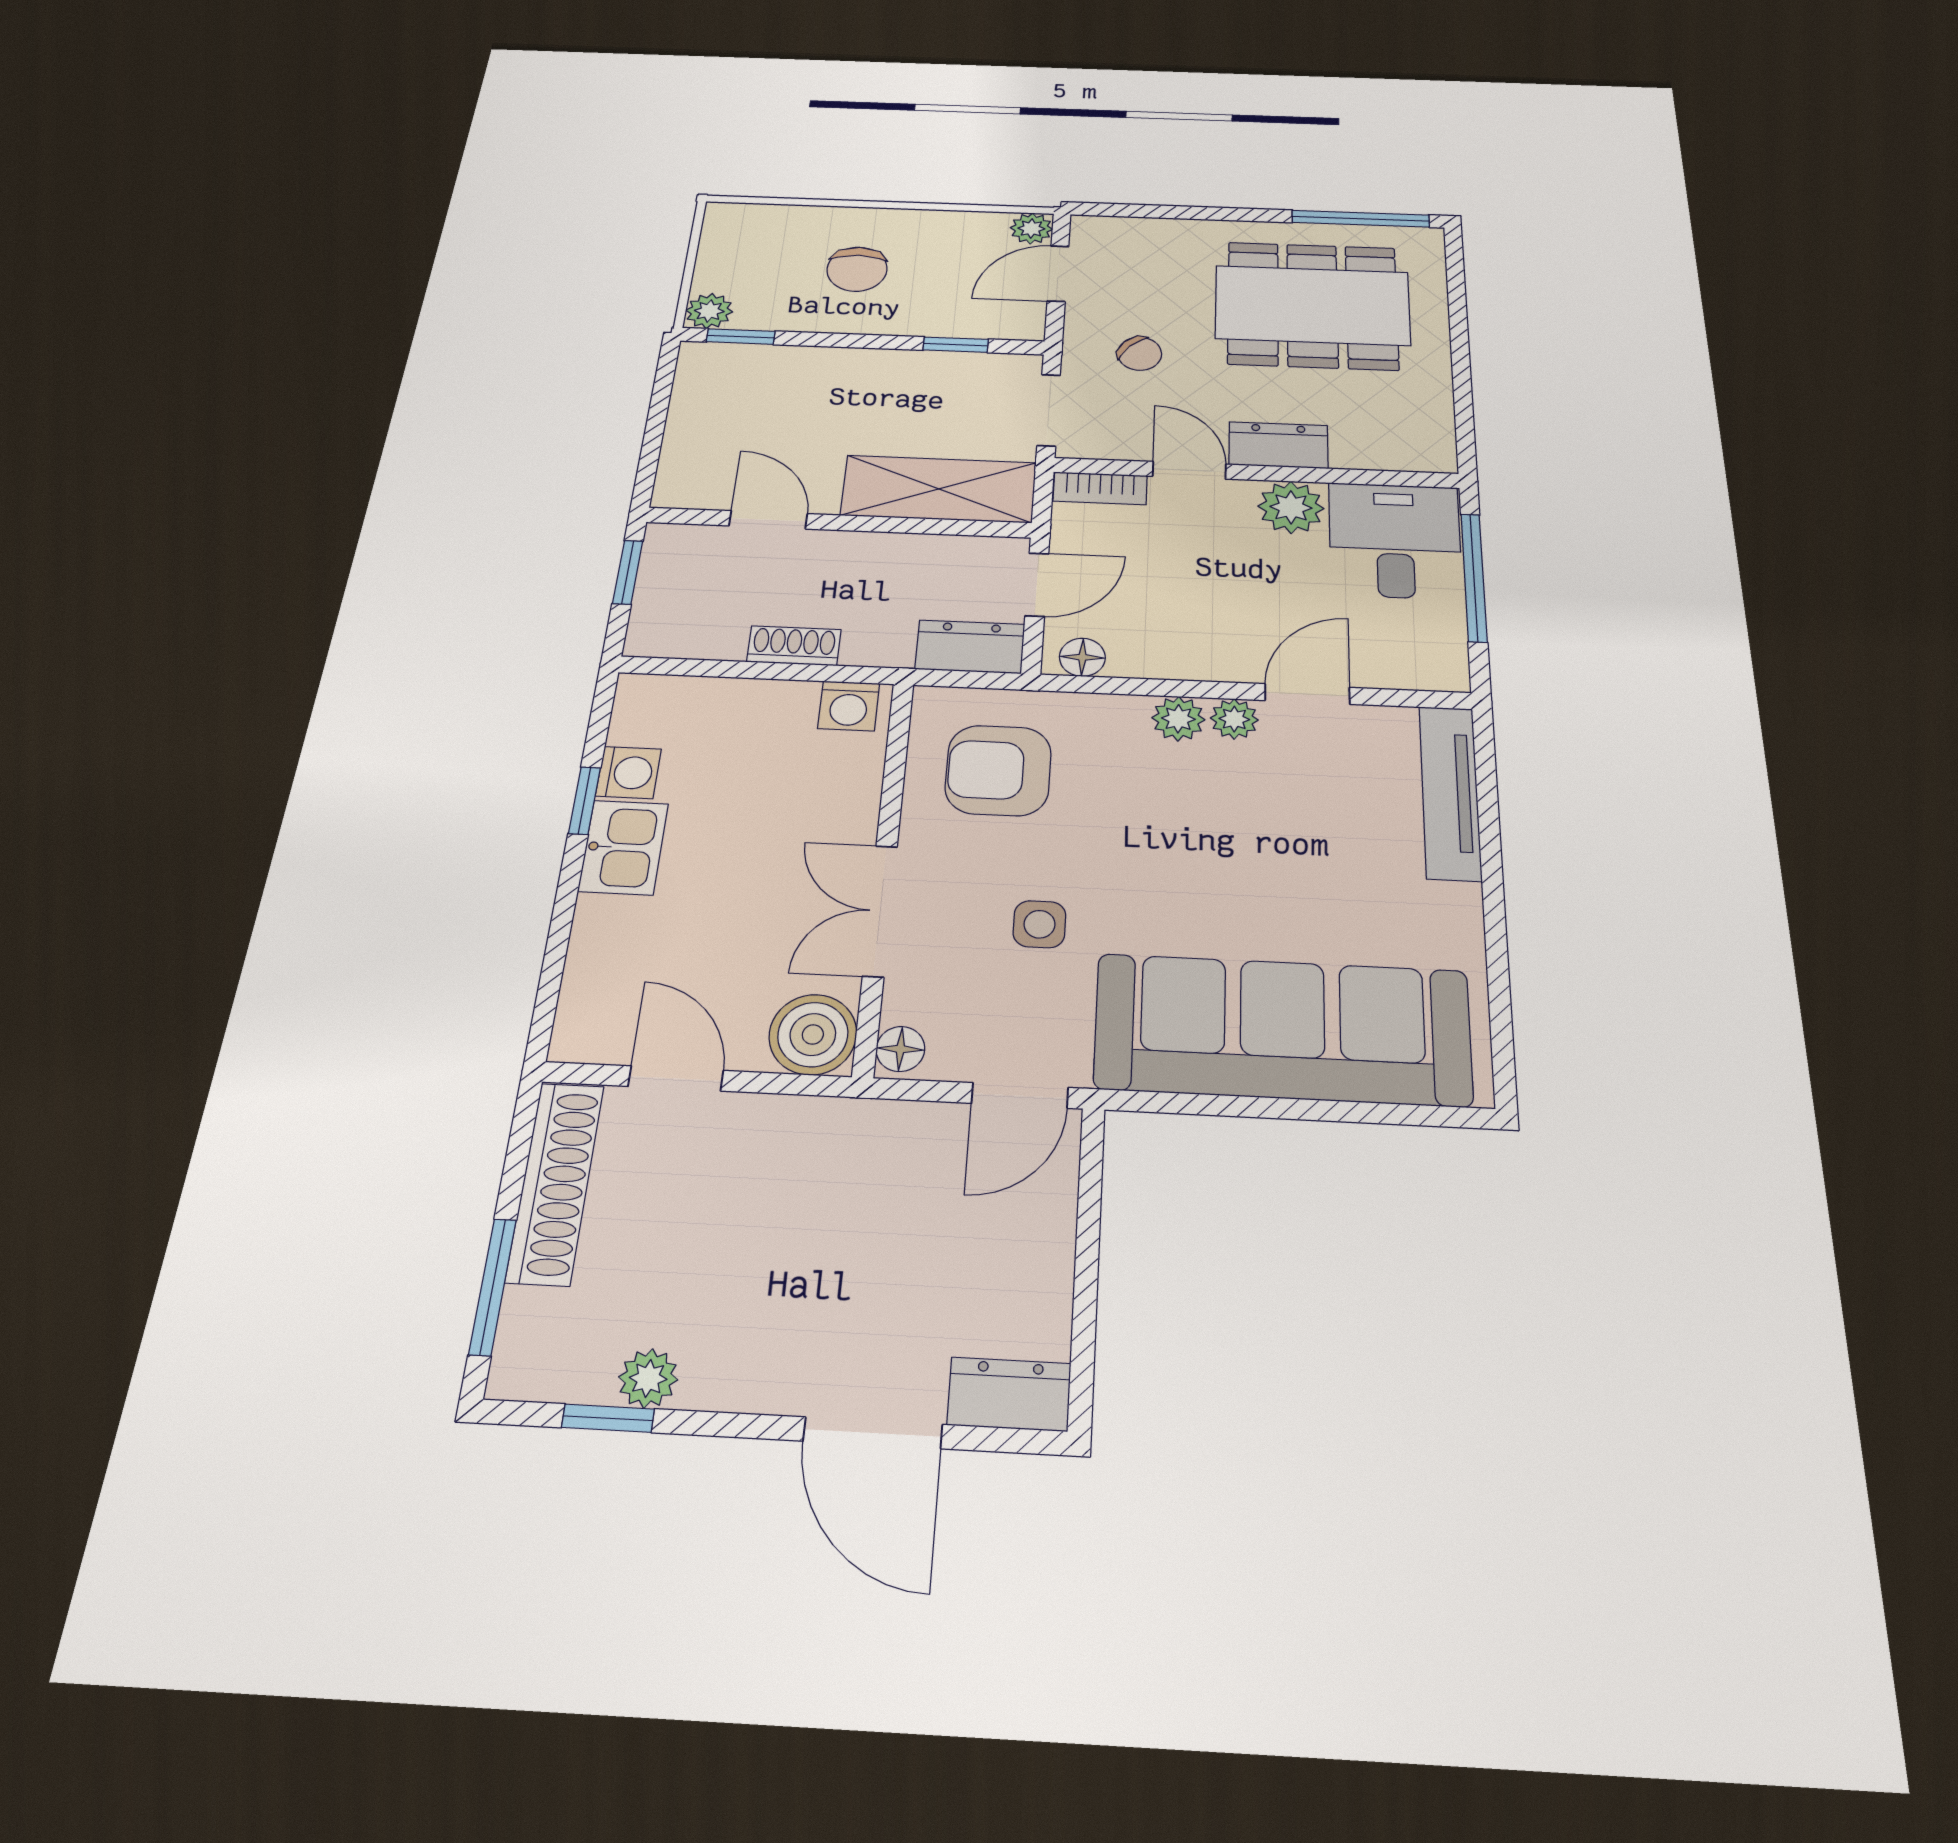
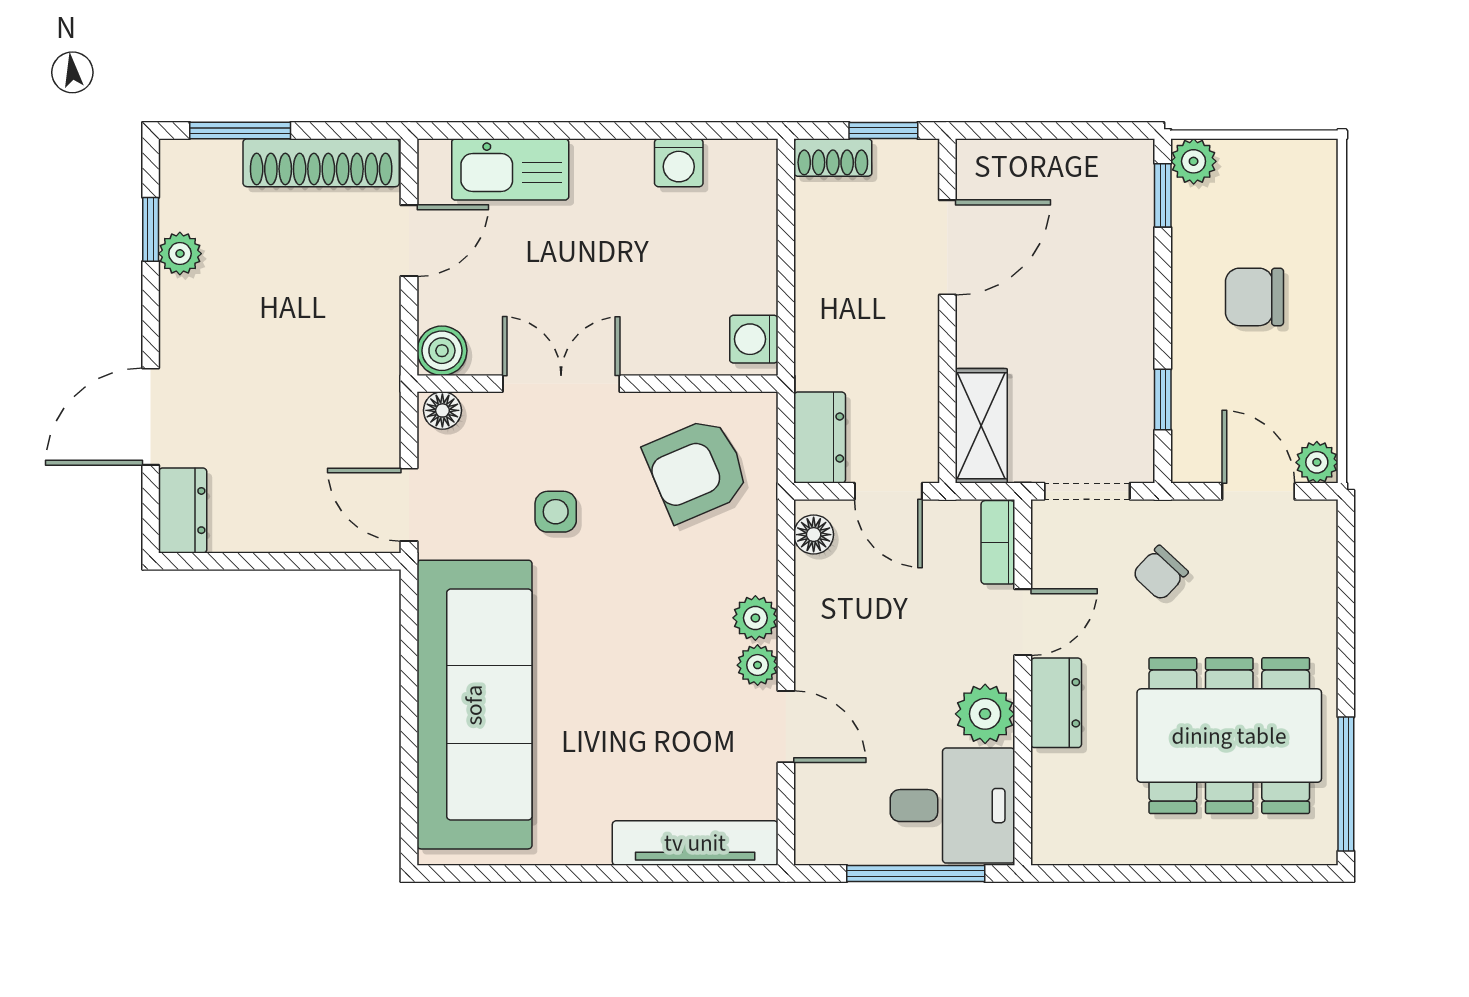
dining table: (1312, 305) -> (1229, 736), turned 90
shelving: (939, 489) -> (981, 426), width x0.67, depth x0.75
door: (768, 520) -> (947, 247), width x1.38
shoe rack: (794, 646) -> (833, 158), moved, turned 90
armchair: (998, 770) -> (697, 470), turned -113
window: (584, 801) -> (650, 131), removed
kitchen sink: (623, 847) -> (510, 169), moved, width x1.38
boiler: (813, 1035) -> (442, 351), width x0.73, depth x0.73

